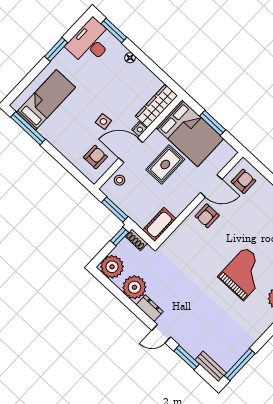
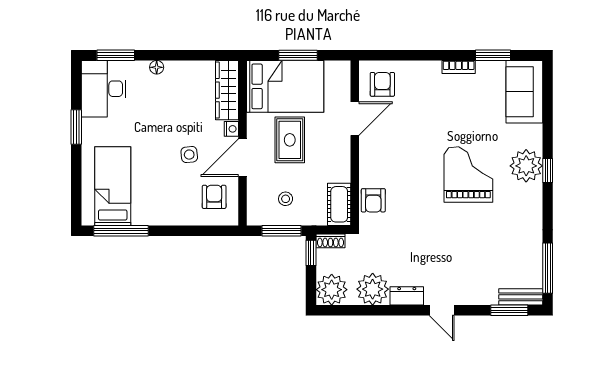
stool: (120, 180) -> (286, 199), moved
armchair: (207, 216) -> (373, 200), moved
door: (161, 334) -> (442, 310), hinge flipped
window: (187, 358) -> (509, 310), moved

